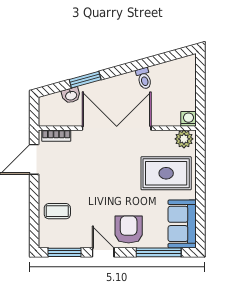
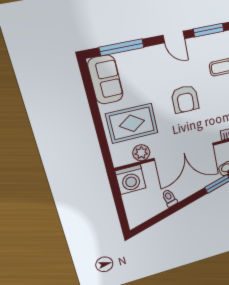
washing machine: (188, 119) -> (131, 180), width x1.89, depth x1.89
plant: (184, 139) -> (141, 153), moved
armchair: (129, 229) -> (185, 99), moved

